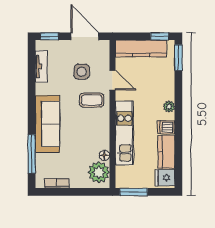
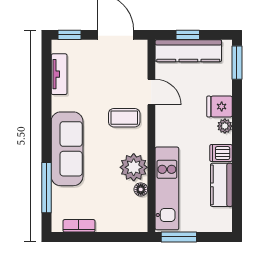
window: (160, 36) -> (188, 35), moved
side table: (82, 72) -> (111, 81), removed
kitchen unit: (124, 133) -> (167, 188), moved
plant: (99, 172) -> (134, 167), moved
fridge: (165, 178) -> (220, 107), moved

